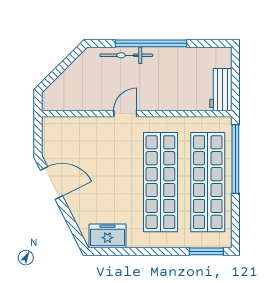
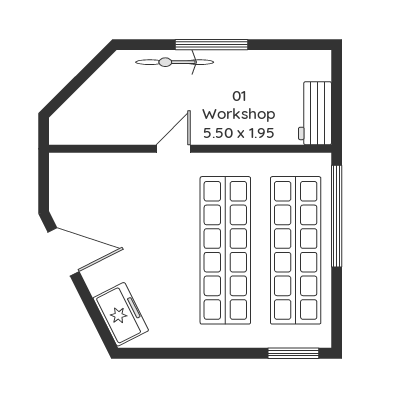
window: (151, 43) -> (211, 45), width x0.68
freezer: (107, 236) -> (121, 314), moved, turned 63

